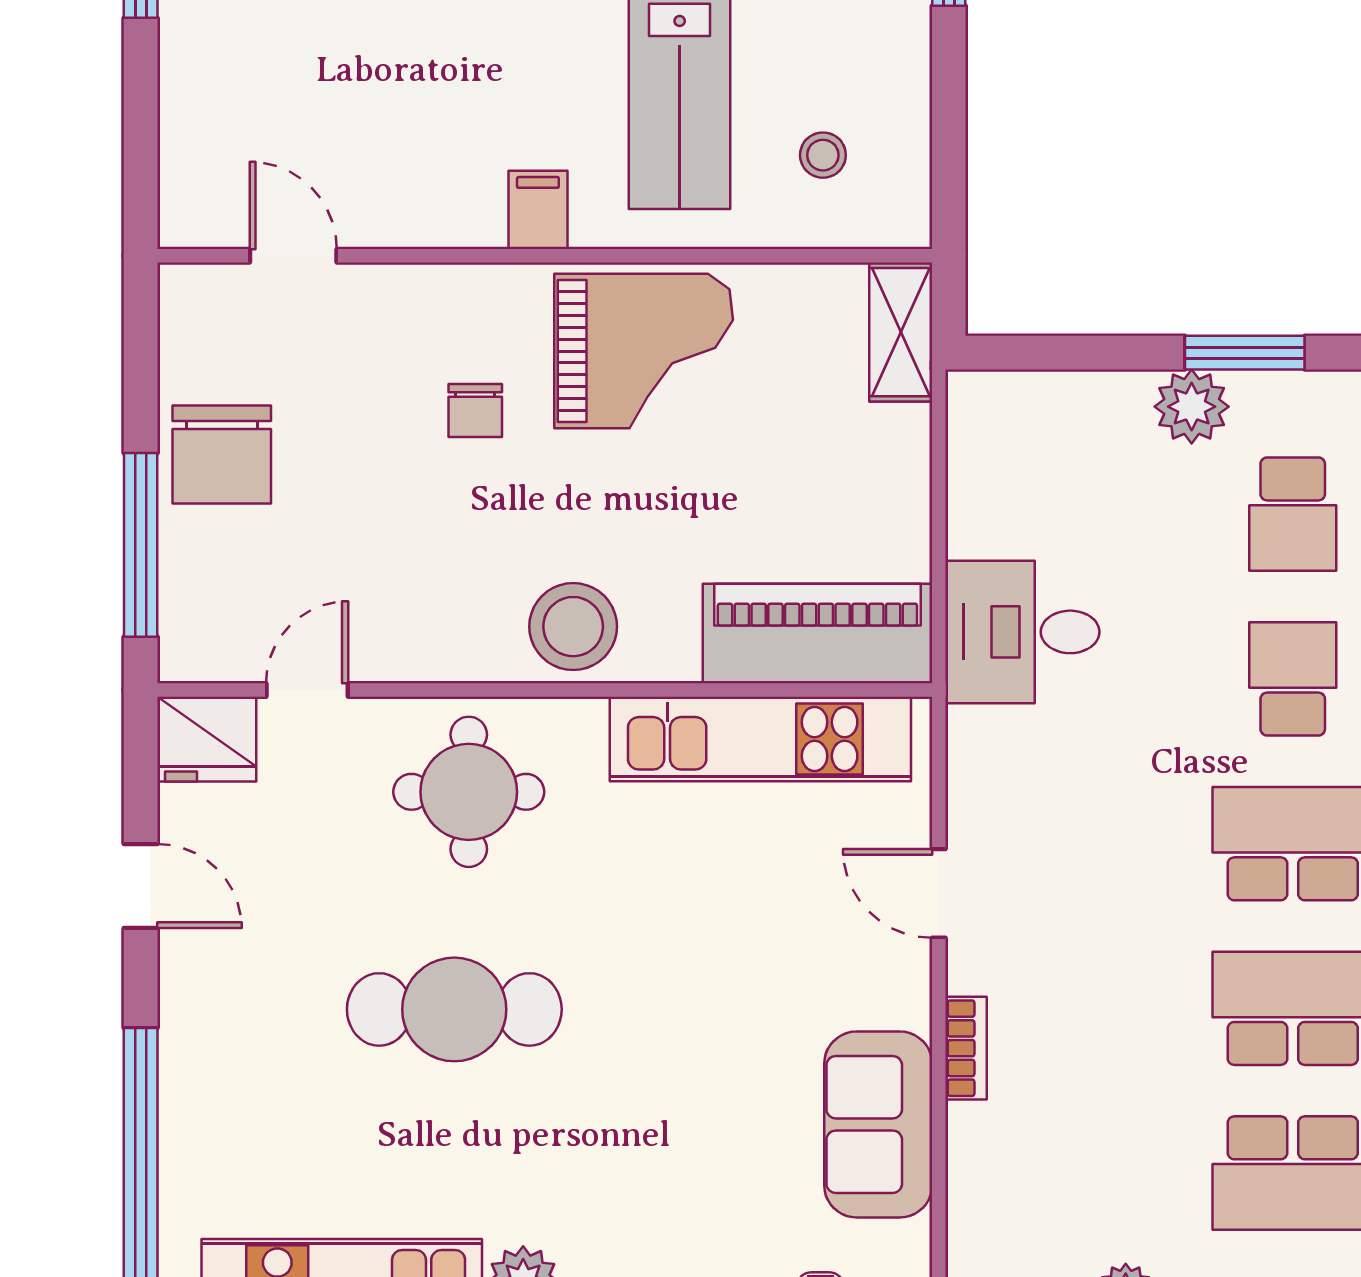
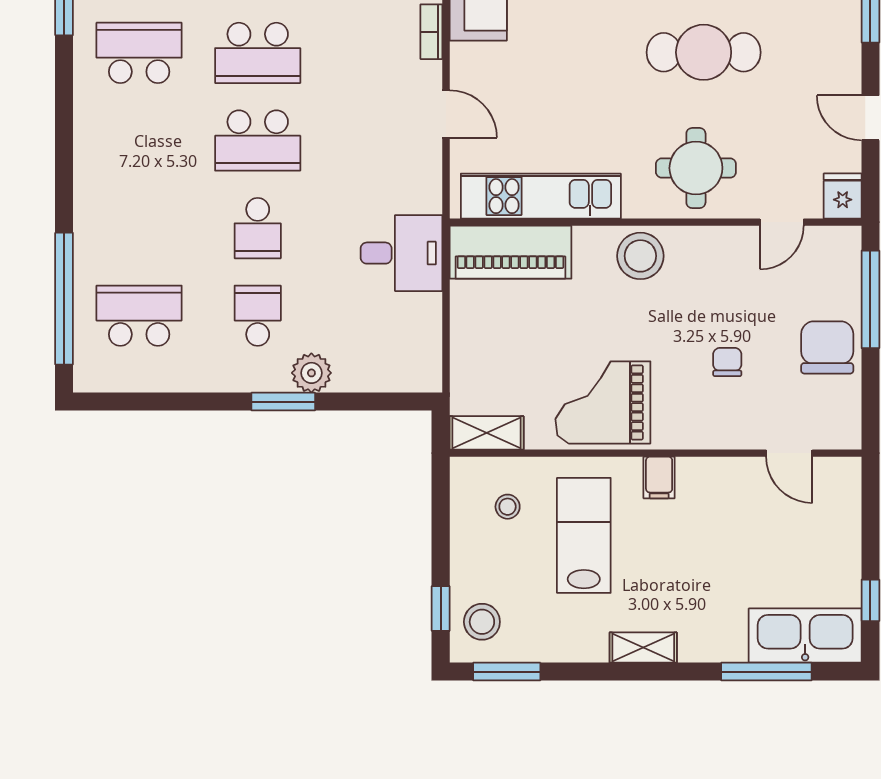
shelving: (901, 332) -> (487, 433), moved, turned 90
chair: (475, 410) -> (727, 362), moved
fridge: (207, 739) -> (843, 196), width x0.72

